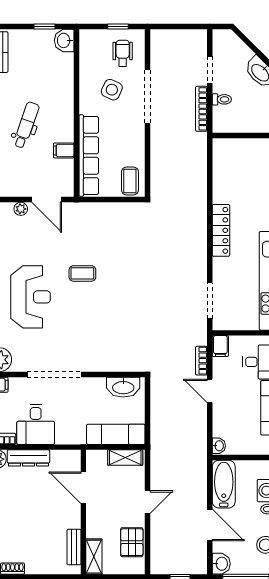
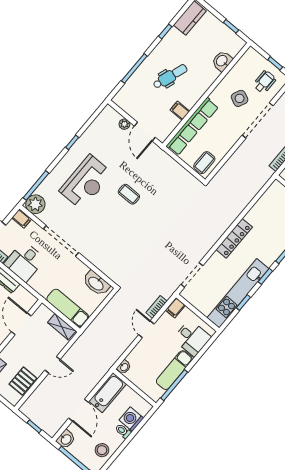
washbasin: (64, 40) -> (222, 61), moved

